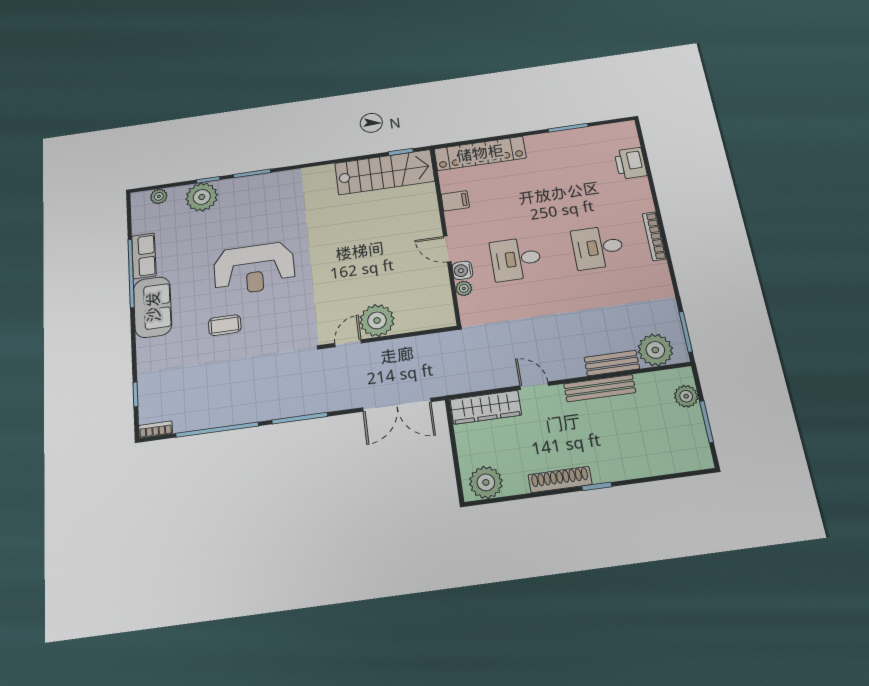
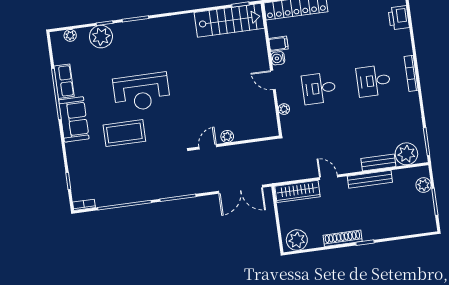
water cooler: (462, 270) -> (278, 58), moved
plant: (377, 320) -> (227, 136), width x0.53, depth x0.53
coffee table: (225, 325) -> (124, 133), width x1.86, depth x1.72

